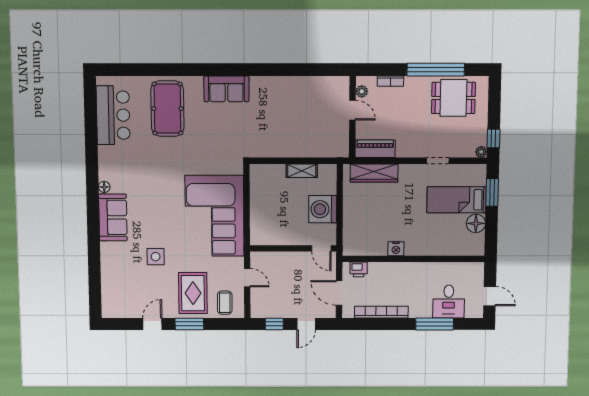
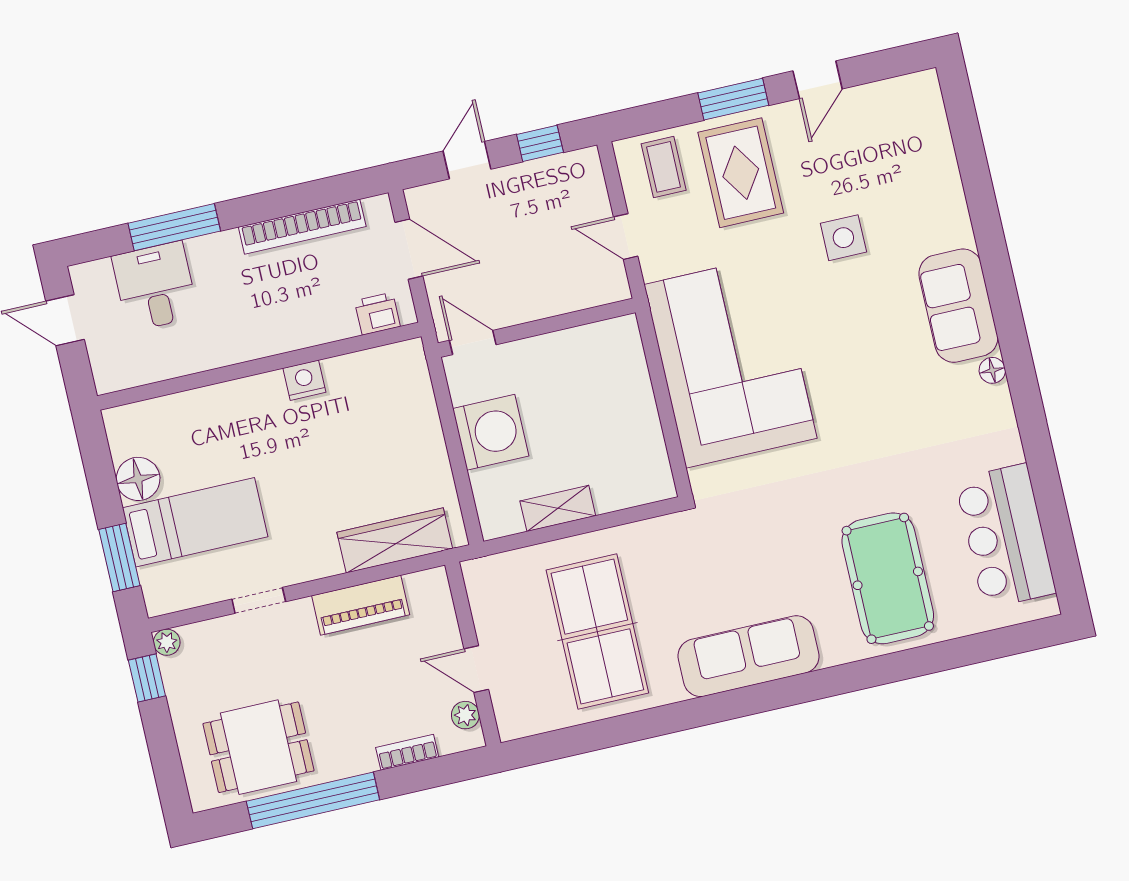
sofa: (226, 89) -> (748, 656), width x1.36
table tennis table: (297, 114) -> (597, 632), added
piano: (375, 149) -> (361, 605), moved

